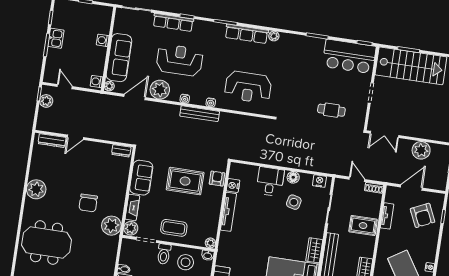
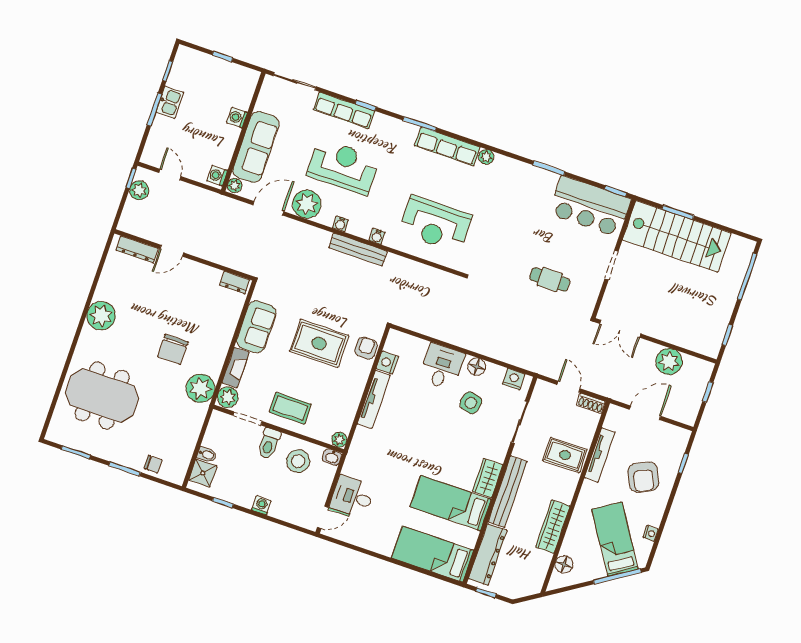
armchair: (423, 215) -> (643, 477), moved
tv unit: (387, 216) -> (600, 455), width x1.41

